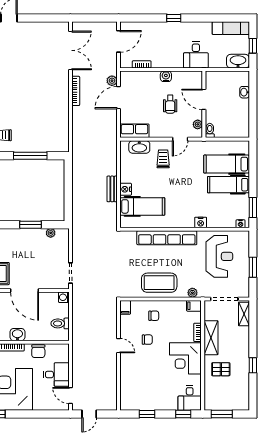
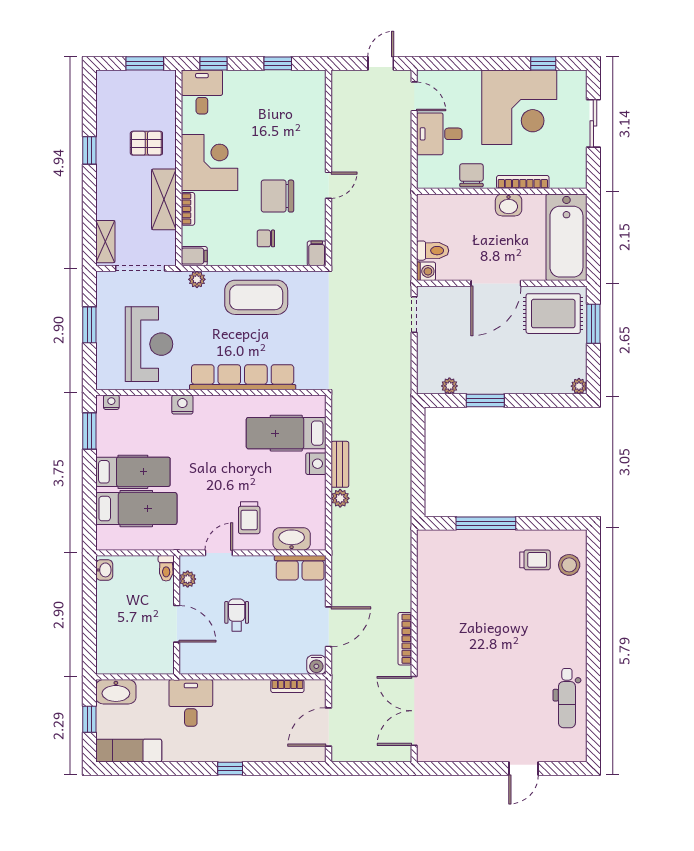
water cooler: (166, 76) -> (316, 665), moved
plant: (112, 81) -> (340, 498), moved
washbasin: (245, 92) -> (104, 570), moved
reception desk: (219, 256) -> (149, 344), turned 180
door: (25, 291) -> (496, 283), swing flipped
toilet: (60, 323) -> (433, 251), moved
chair: (147, 340) -> (277, 196), width x1.87, depth x1.87
door: (119, 346) -> (329, 185), swing flipped

